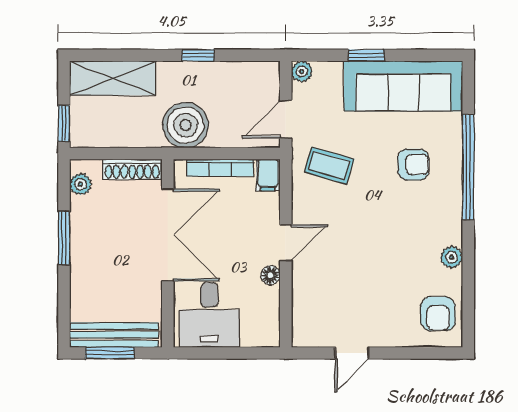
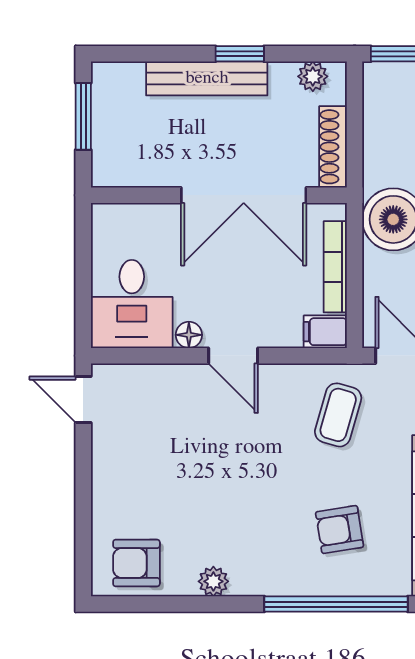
armchair: (413, 165) -> (340, 530), turned 81
window: (64, 238) -> (240, 54), width x0.67
desk: (209, 315) -> (132, 304), moved, turned -90
bench: (114, 335) -> (207, 78), moved, turned 90
door: (352, 353) -> (83, 399), moved

